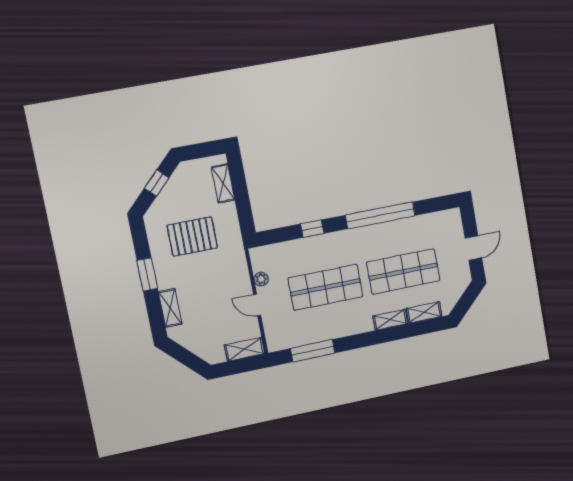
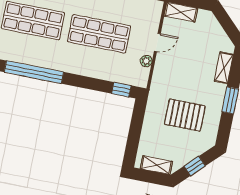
shelving: (223, 183) -> (156, 165), moved, turned 90
window: (312, 229) -> (121, 90), moved
door: (257, 305) -> (157, 42), hinge flipped

